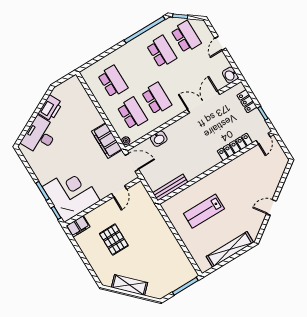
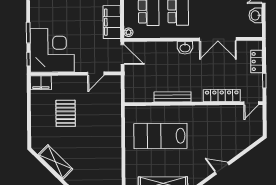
washbasin: (230, 75) -> (256, 15), moved
double door: (204, 102) -> (218, 39), swing flipped
washbasin: (159, 139) -> (185, 48), moved
bench: (170, 187) -> (173, 97), moved
lab bench: (204, 211) -> (160, 136), width x1.36, depth x1.39

